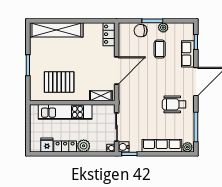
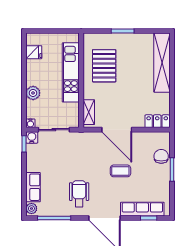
plant: (163, 28) -> (165, 182), removed
coffee table: (160, 49) -> (120, 171), moved
row of seats: (188, 54) -> (142, 209), width x1.48
locker: (65, 146) -> (32, 72), removed
row of seats: (162, 146) -> (33, 187), width x0.68

